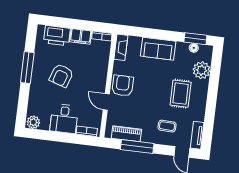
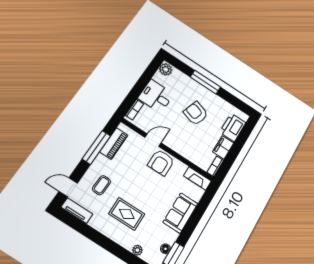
window: (27, 68) -> (205, 82), moved
plant: (202, 70) -> (137, 250), width x0.53, depth x0.53
armchair: (123, 86) -> (161, 162), turned 90

